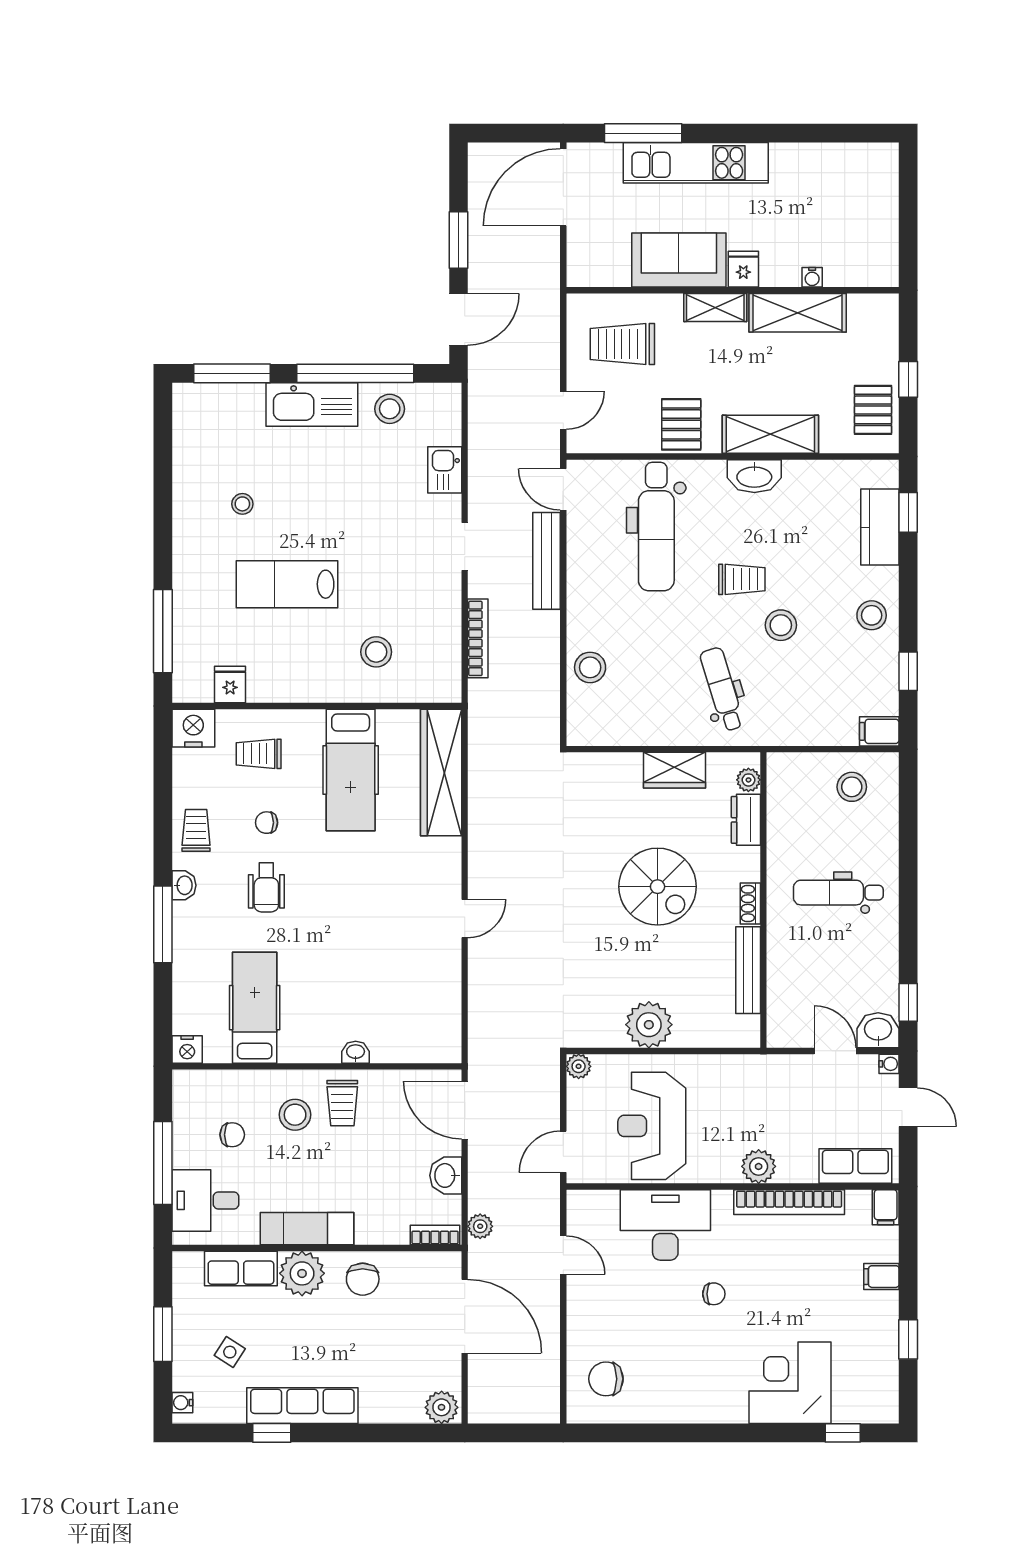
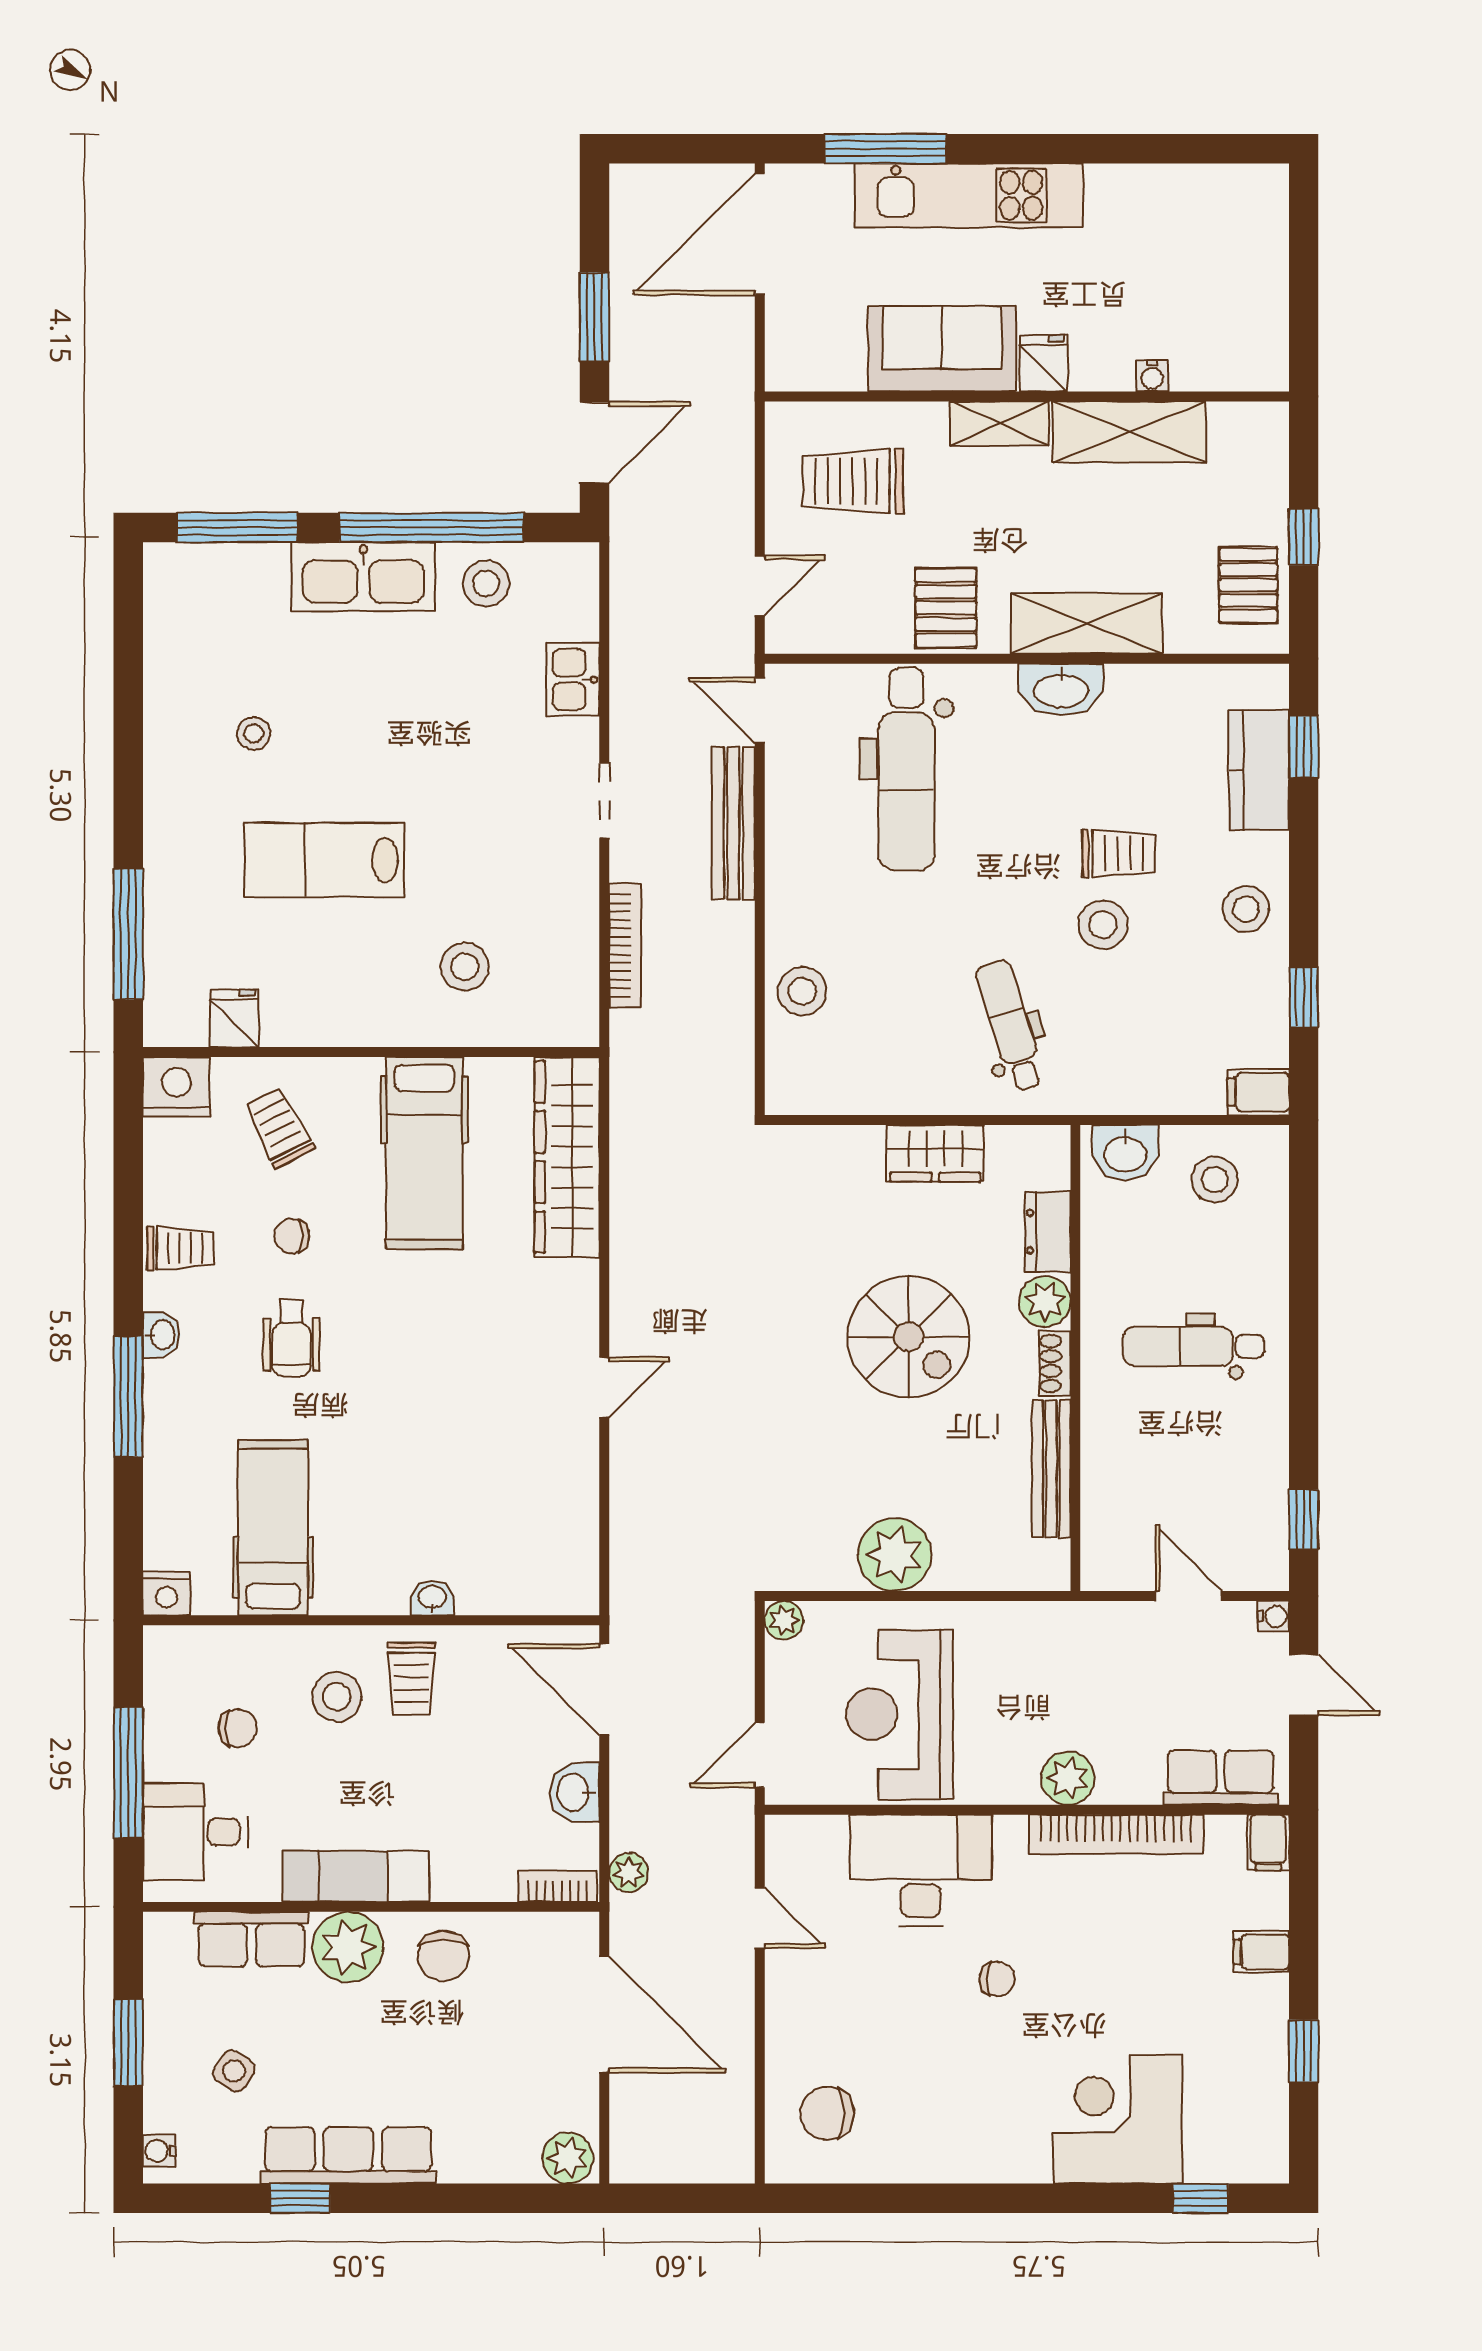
trolley: (742, 579) -> (1119, 854), moved
trolley: (259, 754) -> (279, 1128), turned 63
plant: (748, 780) -> (1045, 1301), moved, width x1.38, depth x1.38
trolley: (196, 830) -> (181, 1248), turned 90
washbasin: (878, 1030) -> (1125, 1153), moved, turned 180

